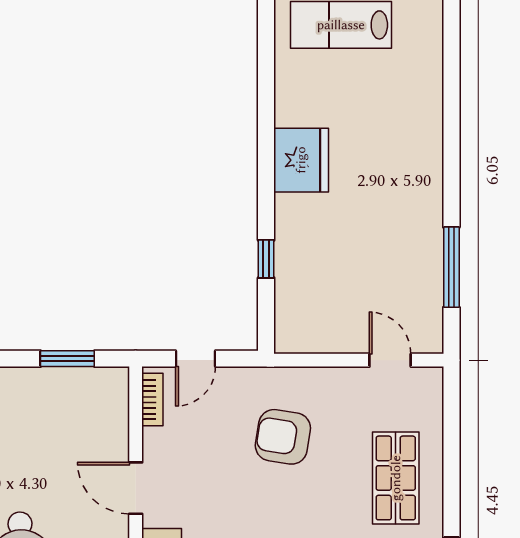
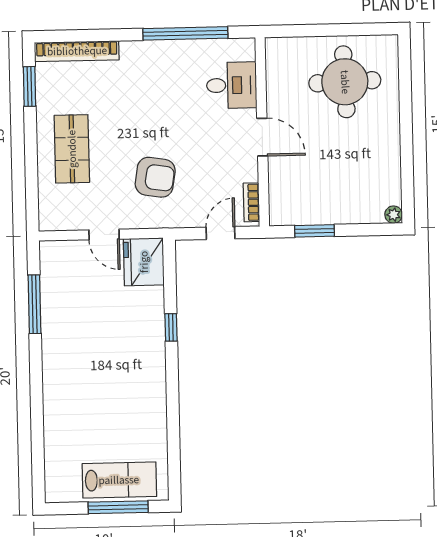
fridge: (301, 160) -> (144, 262), moved
window: (266, 259) -> (171, 327), moved
door: (390, 360) -> (104, 235), moved

